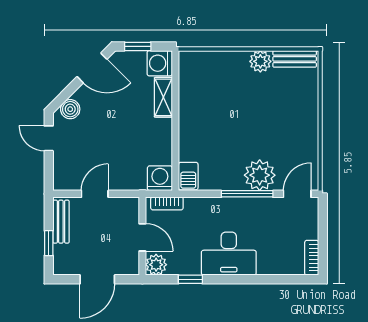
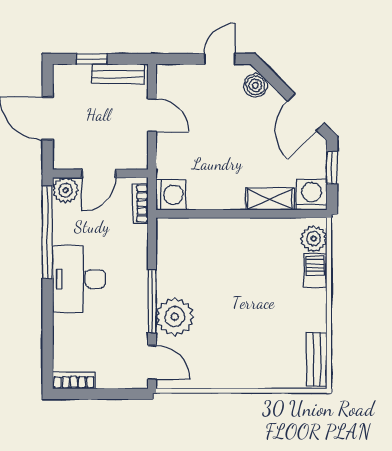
plant: (260, 61) -> (314, 239), moved
barbecue: (188, 176) -> (315, 271), moved, turned 90
window: (190, 279) -> (48, 232), width x3.17

